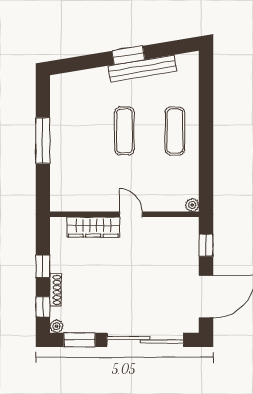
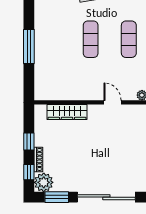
door: (131, 214) -> (113, 102), moved
plant: (56, 326) -> (44, 182), width x1.87, depth x1.87

